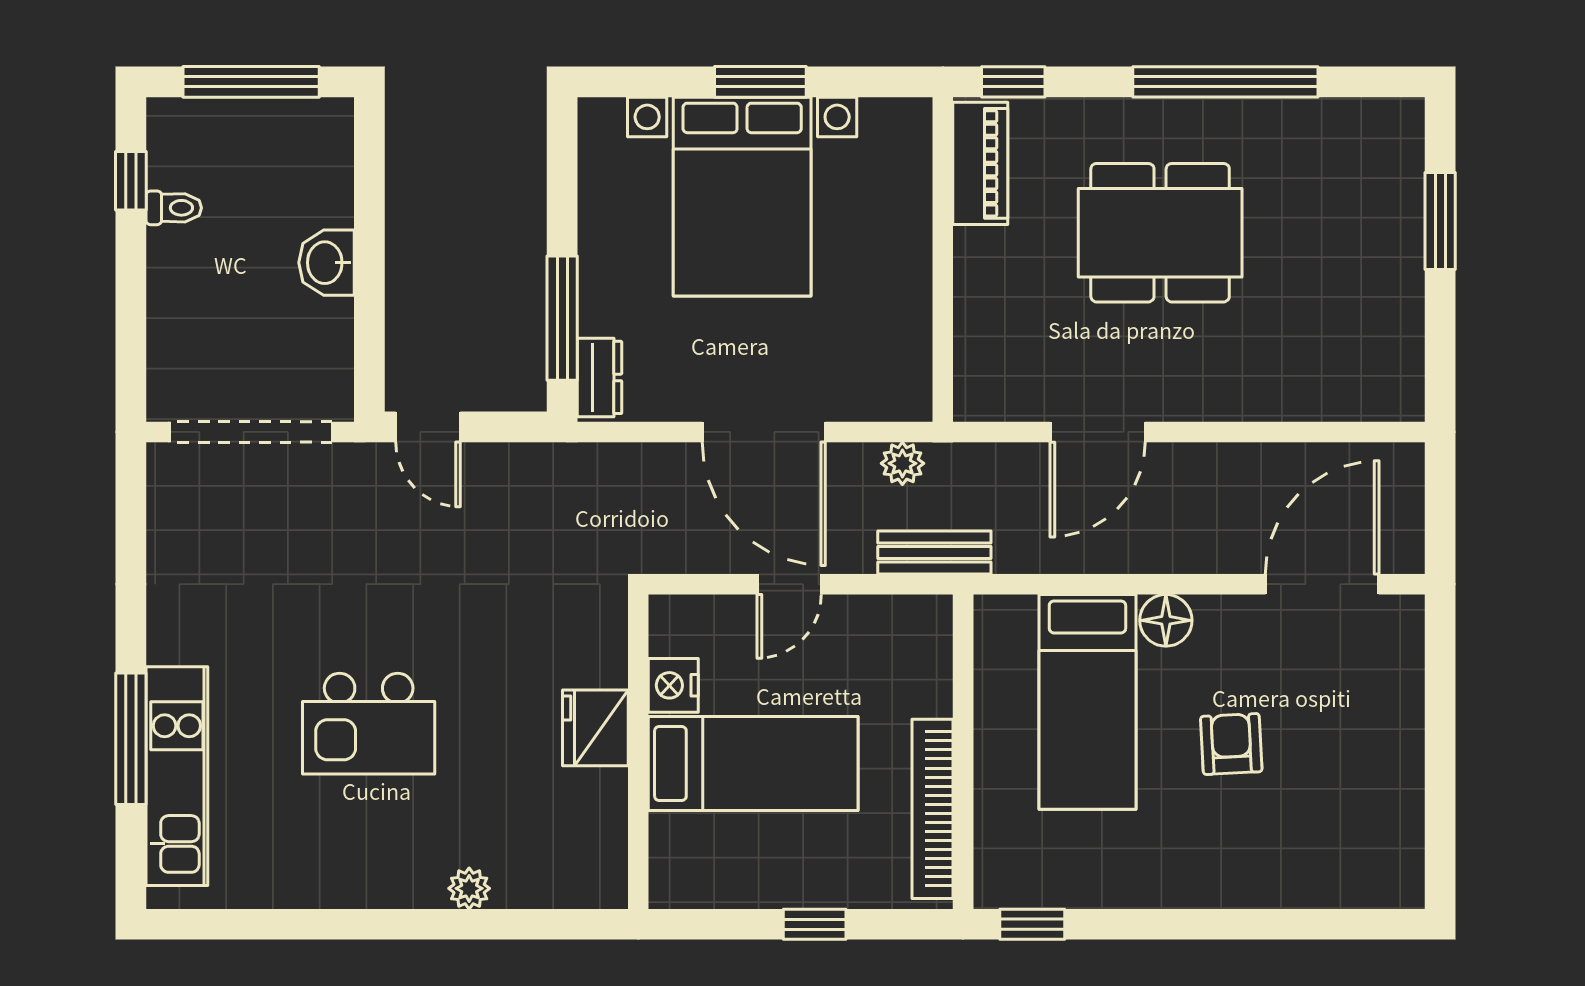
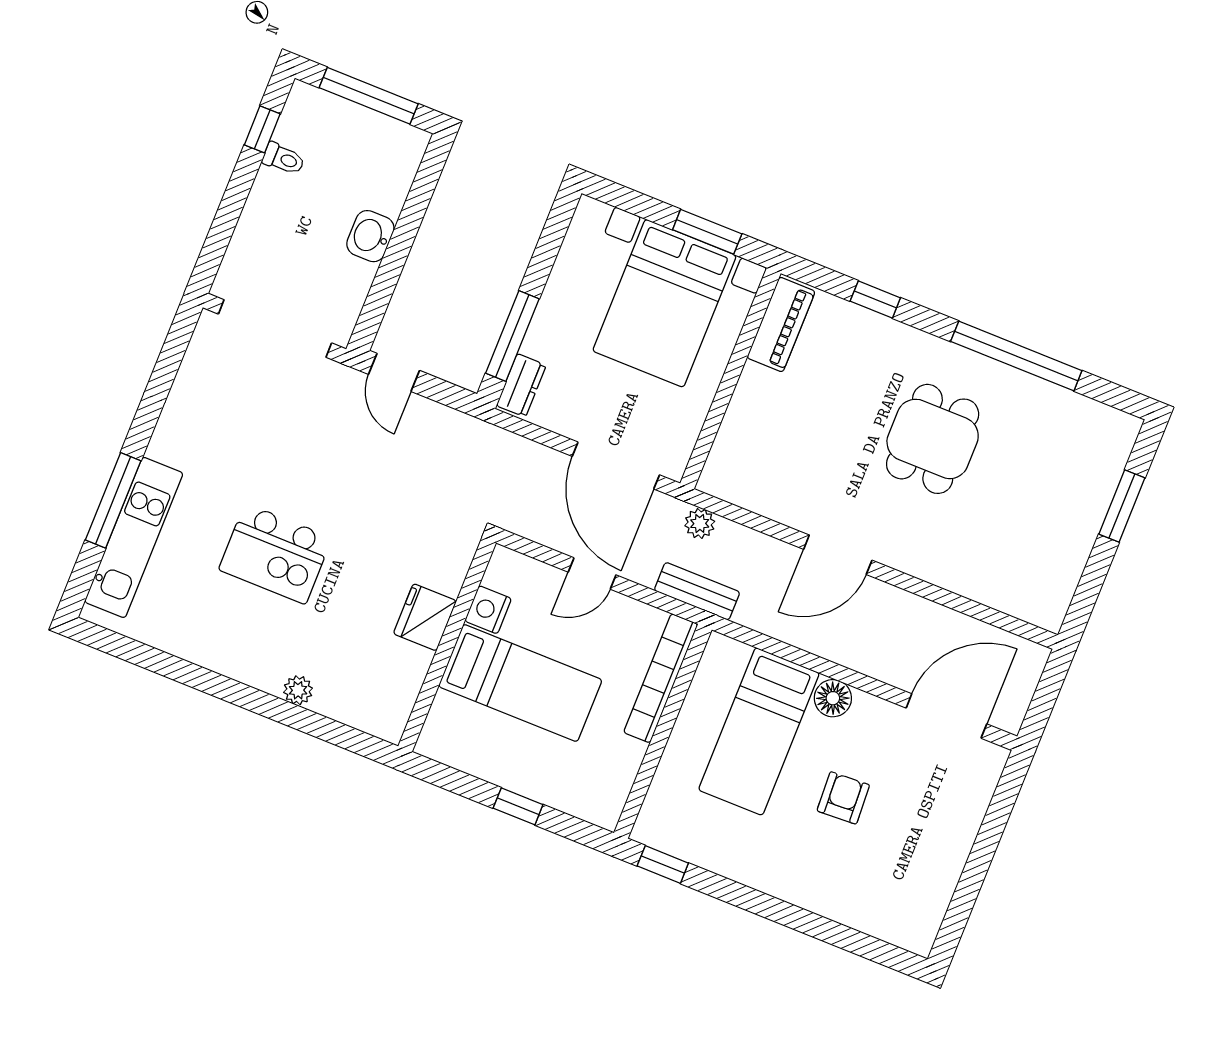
piano: (980, 163) -> (781, 324), moved
dining table: (1160, 233) -> (933, 439), width x0.73
wall: (943, 259) -> (730, 378), moved
bookcase: (933, 809) -> (661, 678), moved

